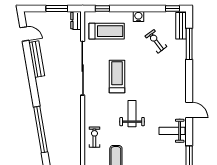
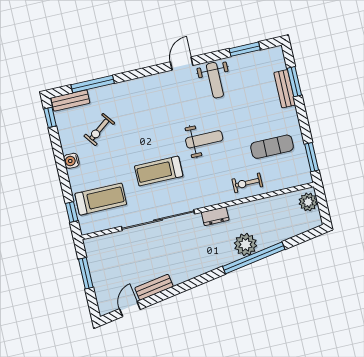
dresser: (76, 21) -> (215, 216), moved
treadmill: (107, 31) -> (101, 199), turned 90
bench: (37, 59) -> (154, 287), width x0.73
weight bench: (132, 114) -> (204, 139), turned 180
plant: (51, 126) -> (245, 244), added

